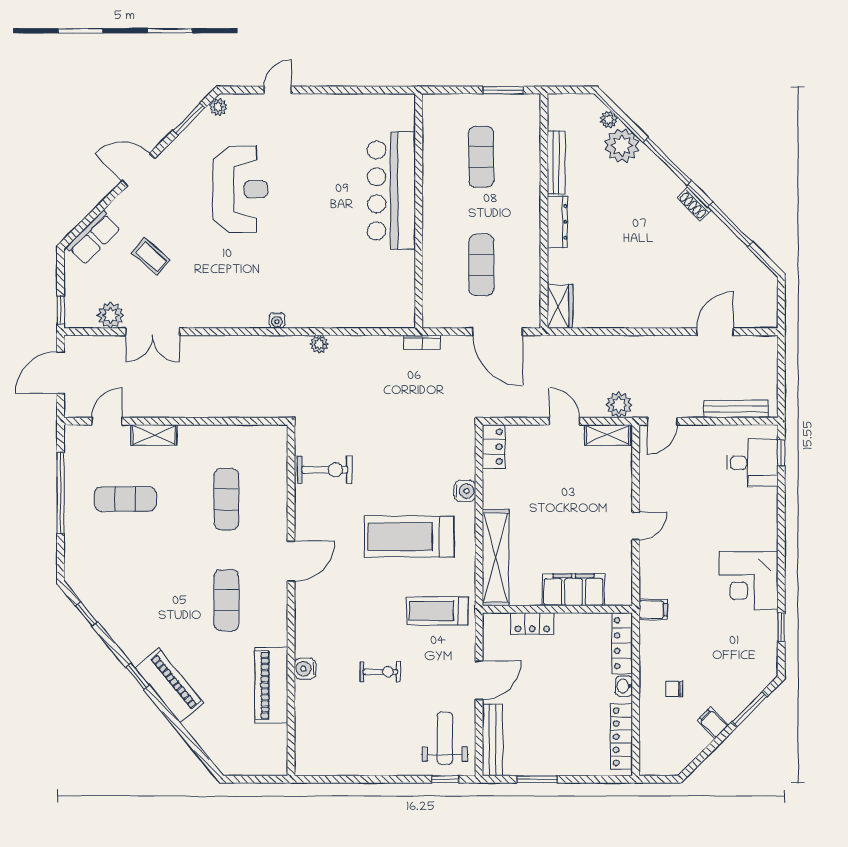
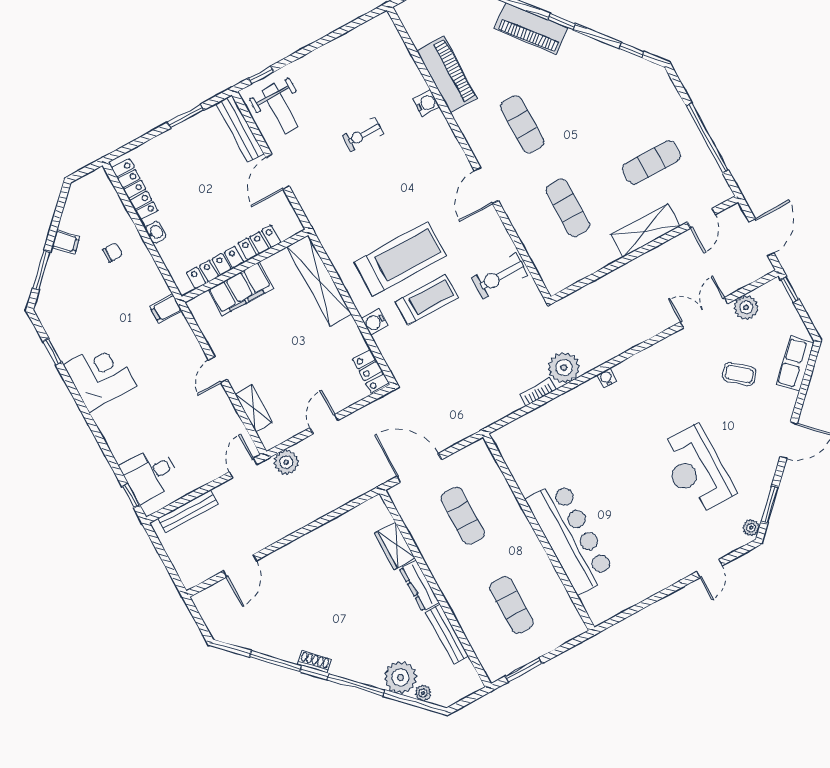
wardrobe: (560, 306) -> (395, 546), moved
bookcase: (422, 342) -> (538, 392), moved
plant: (319, 344) -> (564, 368), width x1.88, depth x1.88
door: (564, 421) -> (324, 424), swing flipped
shelving: (154, 435) -> (645, 230), width x1.50, depth x1.33
shelving: (608, 435) -> (254, 408), moved, turned 90
treadmill: (437, 611) -> (427, 300), moved
locker: (622, 643) -> (215, 268), moved, turned -90

